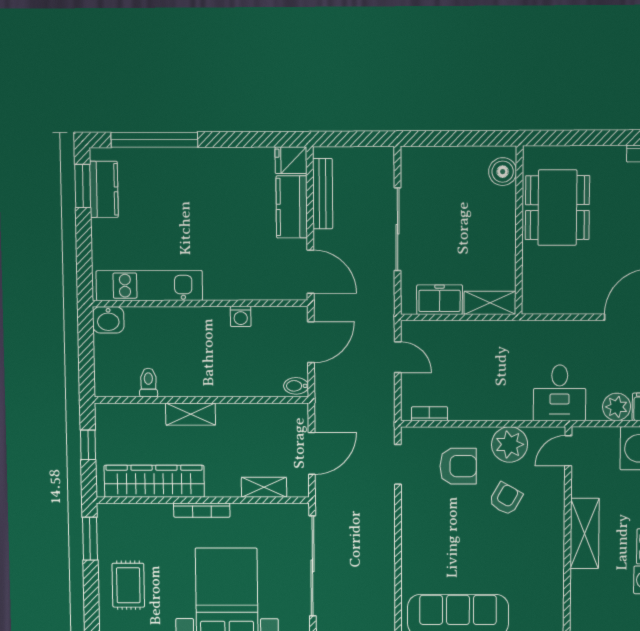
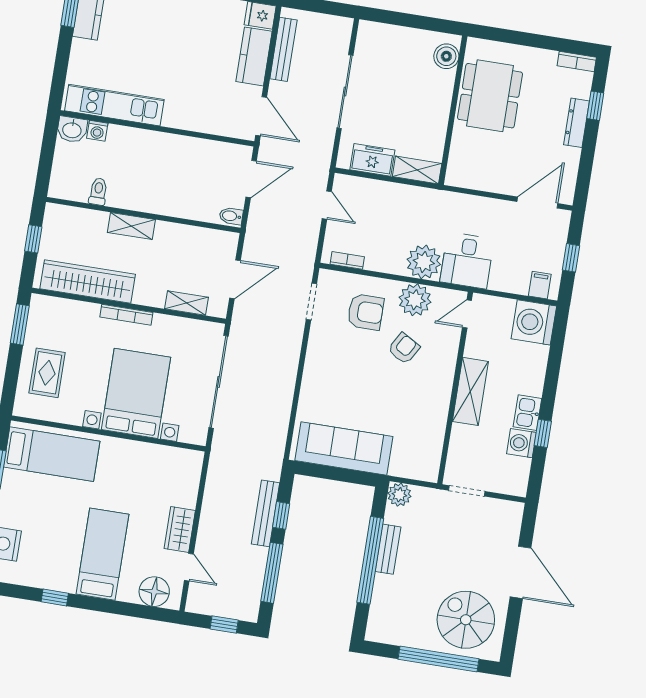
washing machine: (241, 316) -> (97, 131), moved
plant: (617, 407) -> (424, 262), moved, width x1.36, depth x1.36

